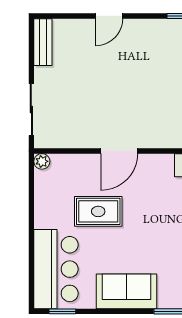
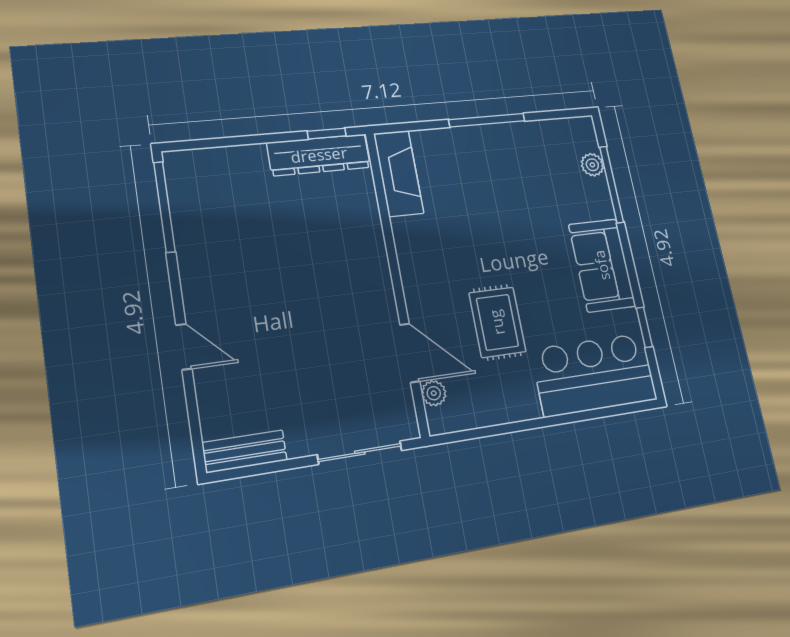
door: (119, 151) -> (410, 353), moved
plant: (42, 161) -> (434, 393), moved
window: (62, 311) -> (644, 327), moved

